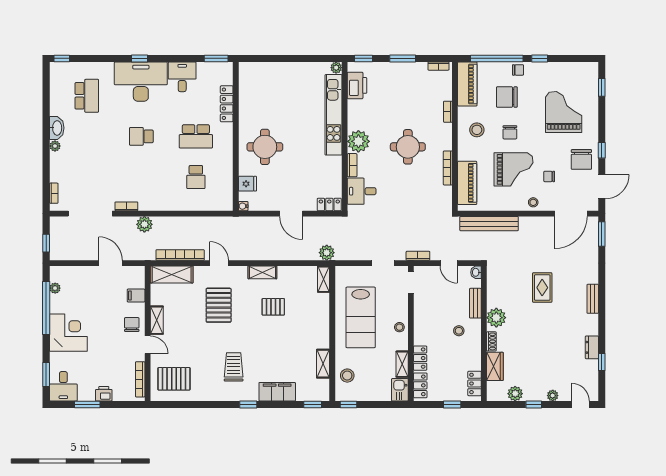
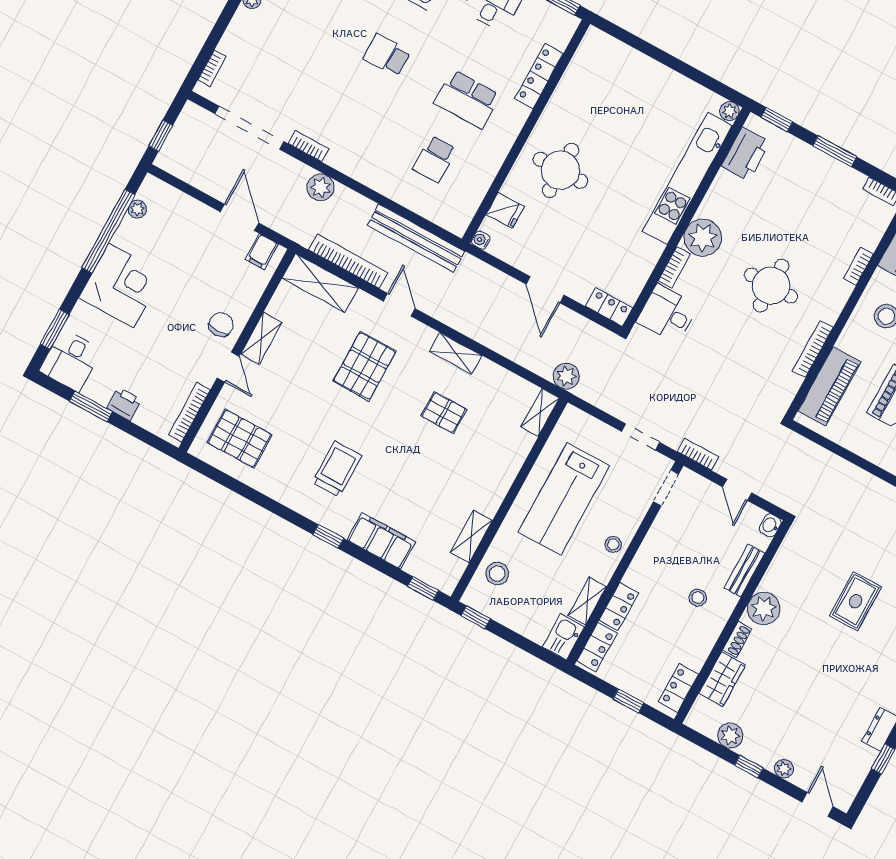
bench: (489, 224) -> (416, 238), moved
filing cabinet: (136, 296) -> (262, 252), moved, turned -90

